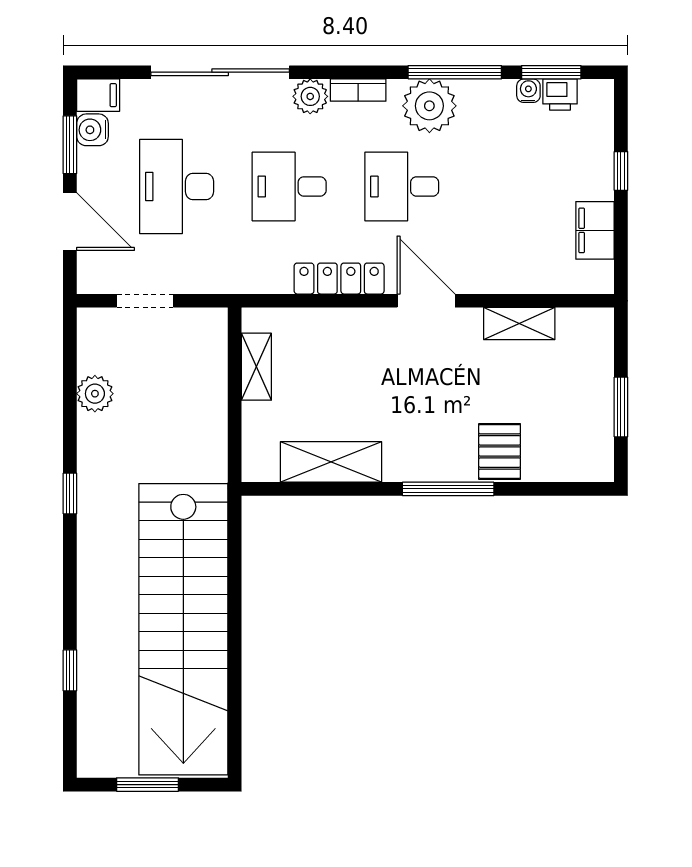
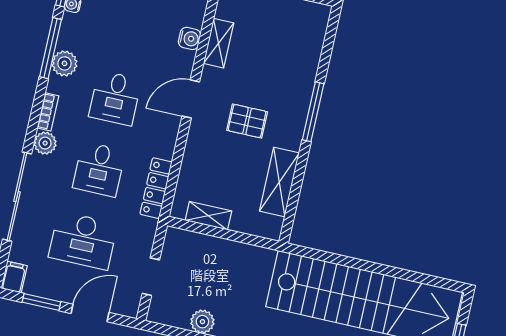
plant: (429, 106) -> (65, 63), width x0.73, depth x0.73
water cooler: (92, 130) -> (189, 38), moved, turned -90
locker: (339, 279) -> (156, 188), moved
pallet: (500, 451) -> (247, 121), moved

